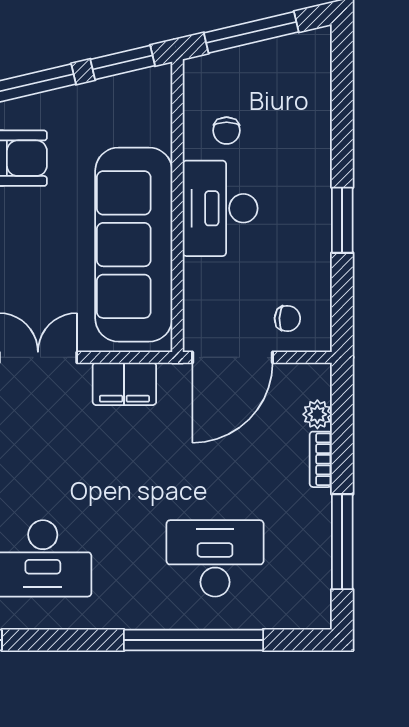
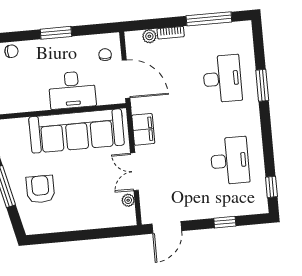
chair: (227, 131) -> (11, 51), moved
desk: (220, 208) -> (72, 90), moved
desk: (215, 558) -> (222, 79), turned 180
window: (194, 640) -> (262, 85), width x0.47

